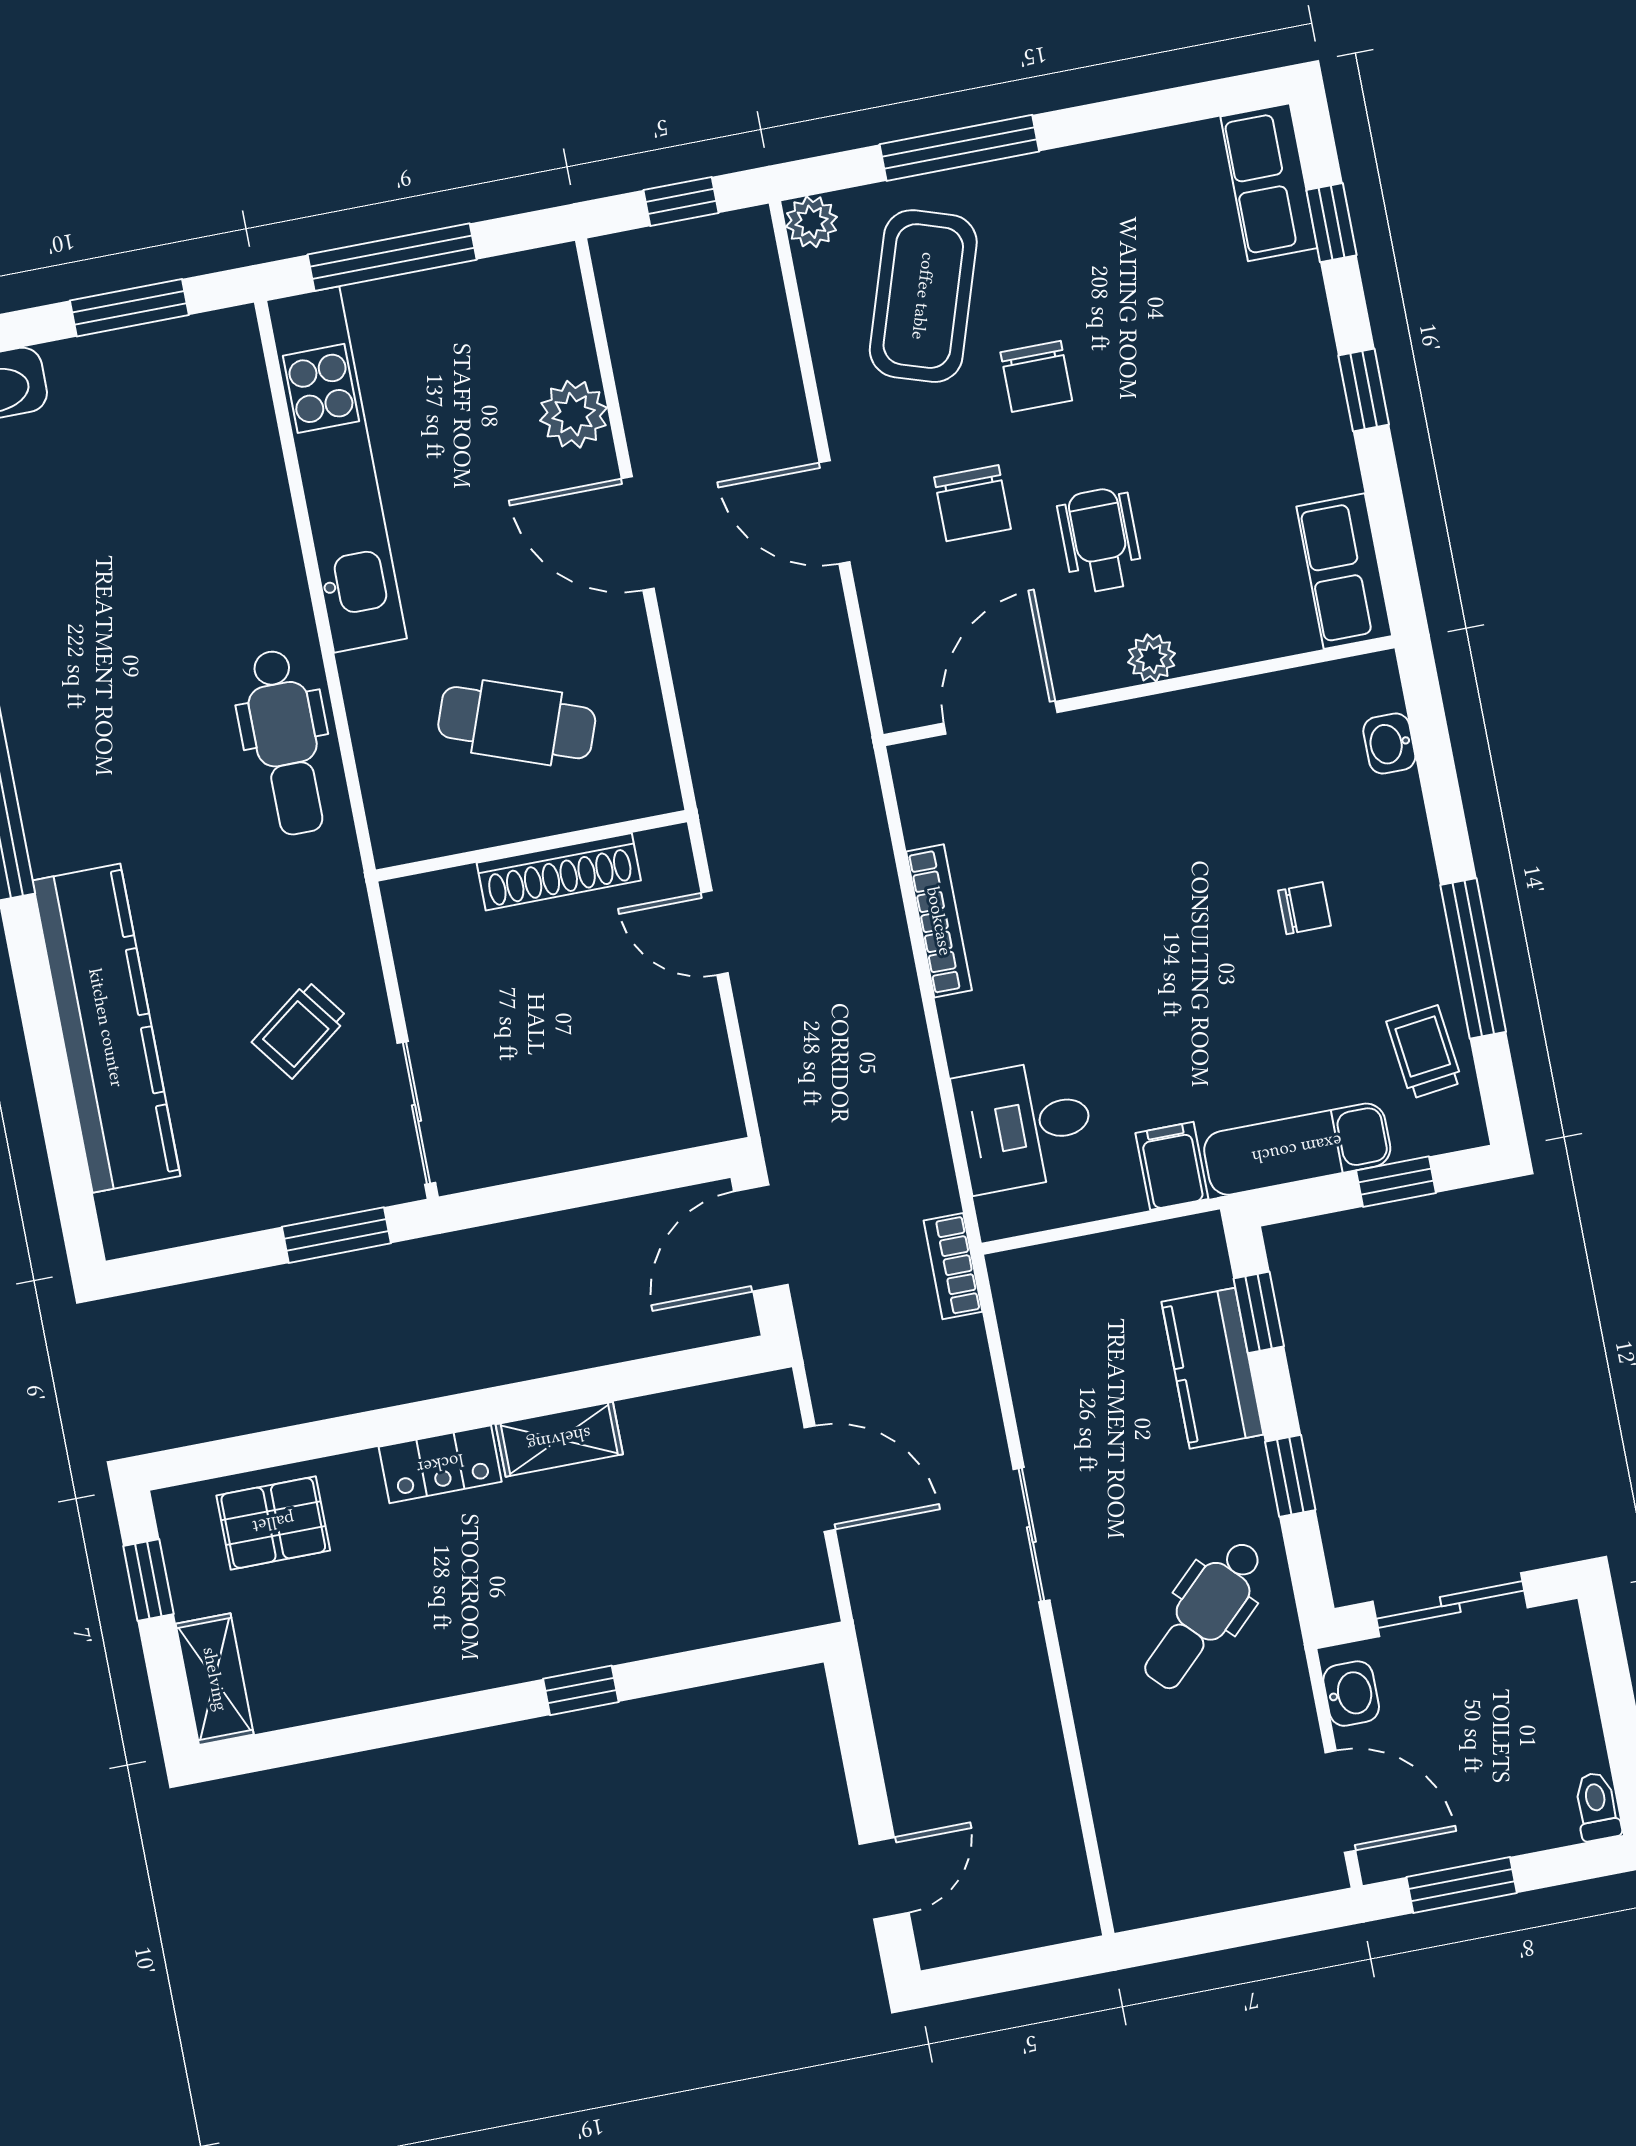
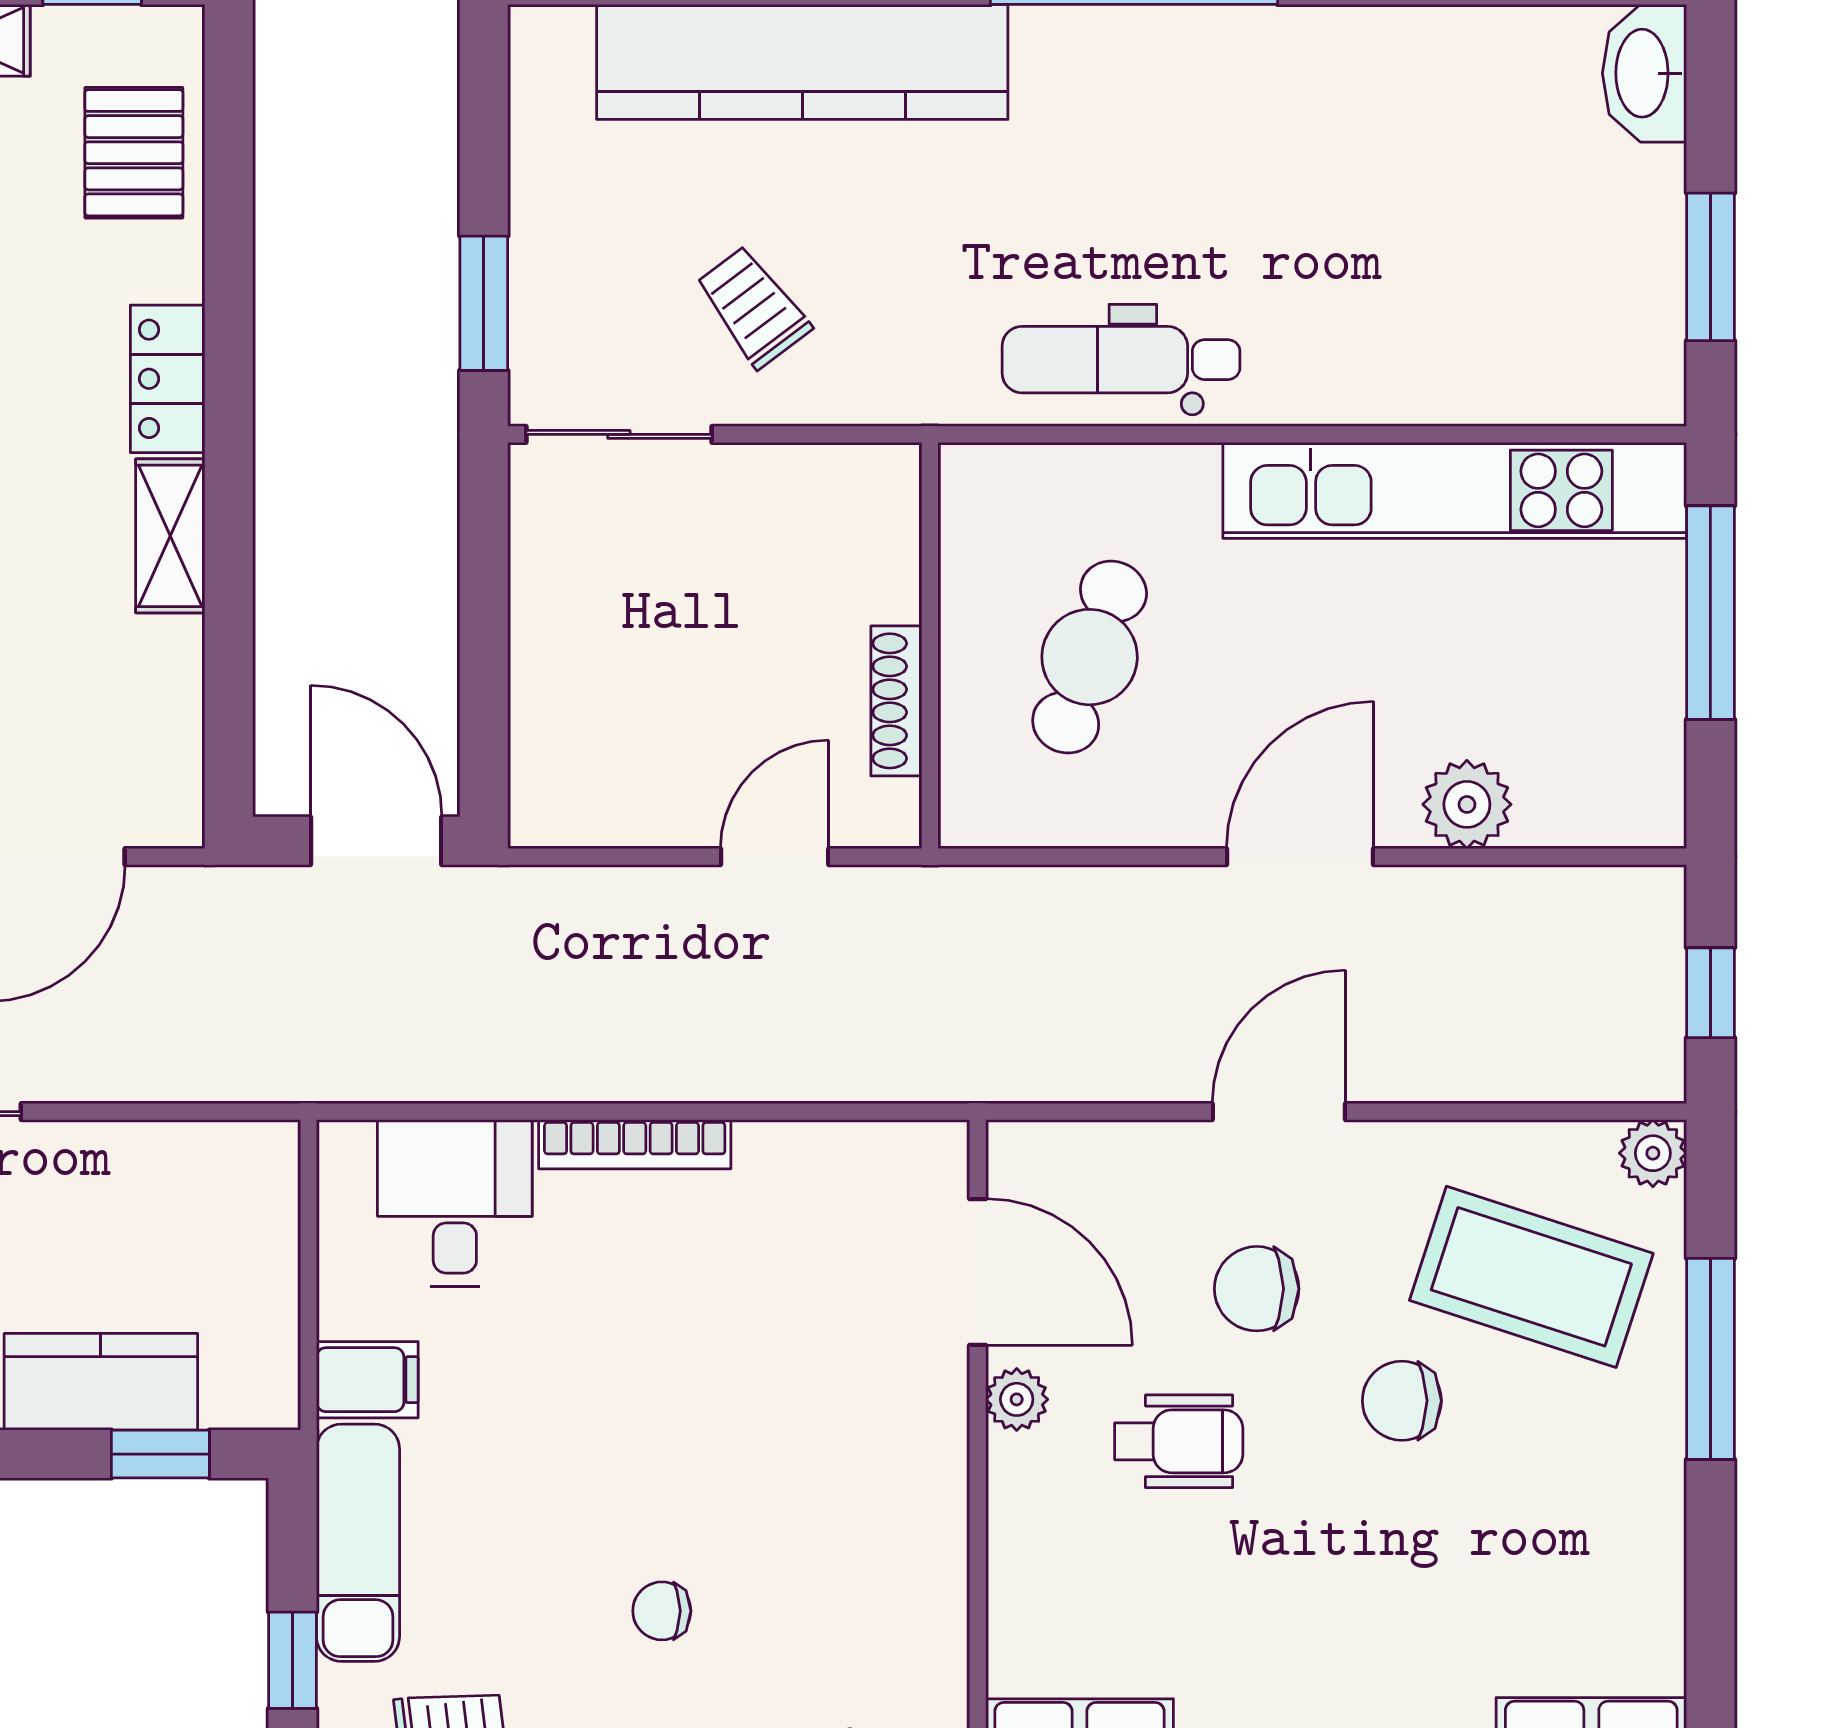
plant: (1152, 658) -> (1017, 1399), moved
shoe rack: (559, 872) -> (896, 701), width x0.74, depth x0.81
chair: (1304, 908) -> (662, 1611), turned 90
bookcase: (939, 921) -> (635, 1144), moved
bookcase: (953, 1266) -> (294, 1078), removed

